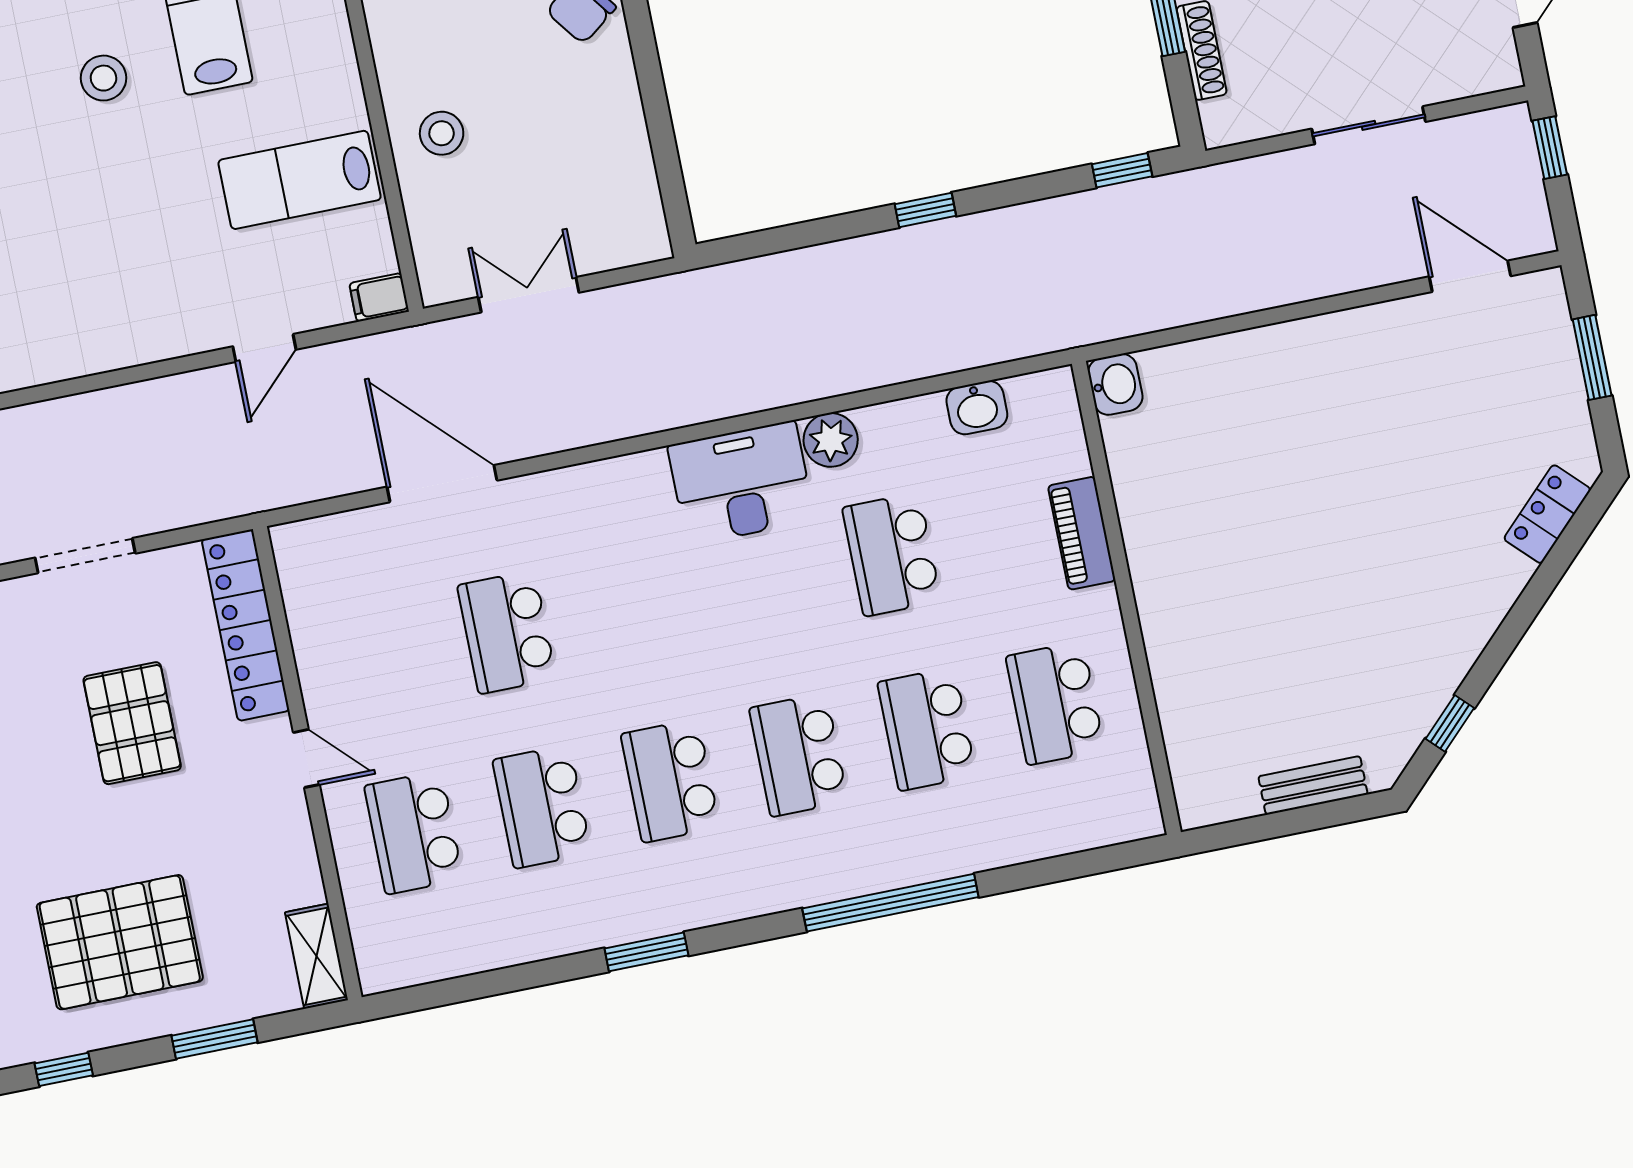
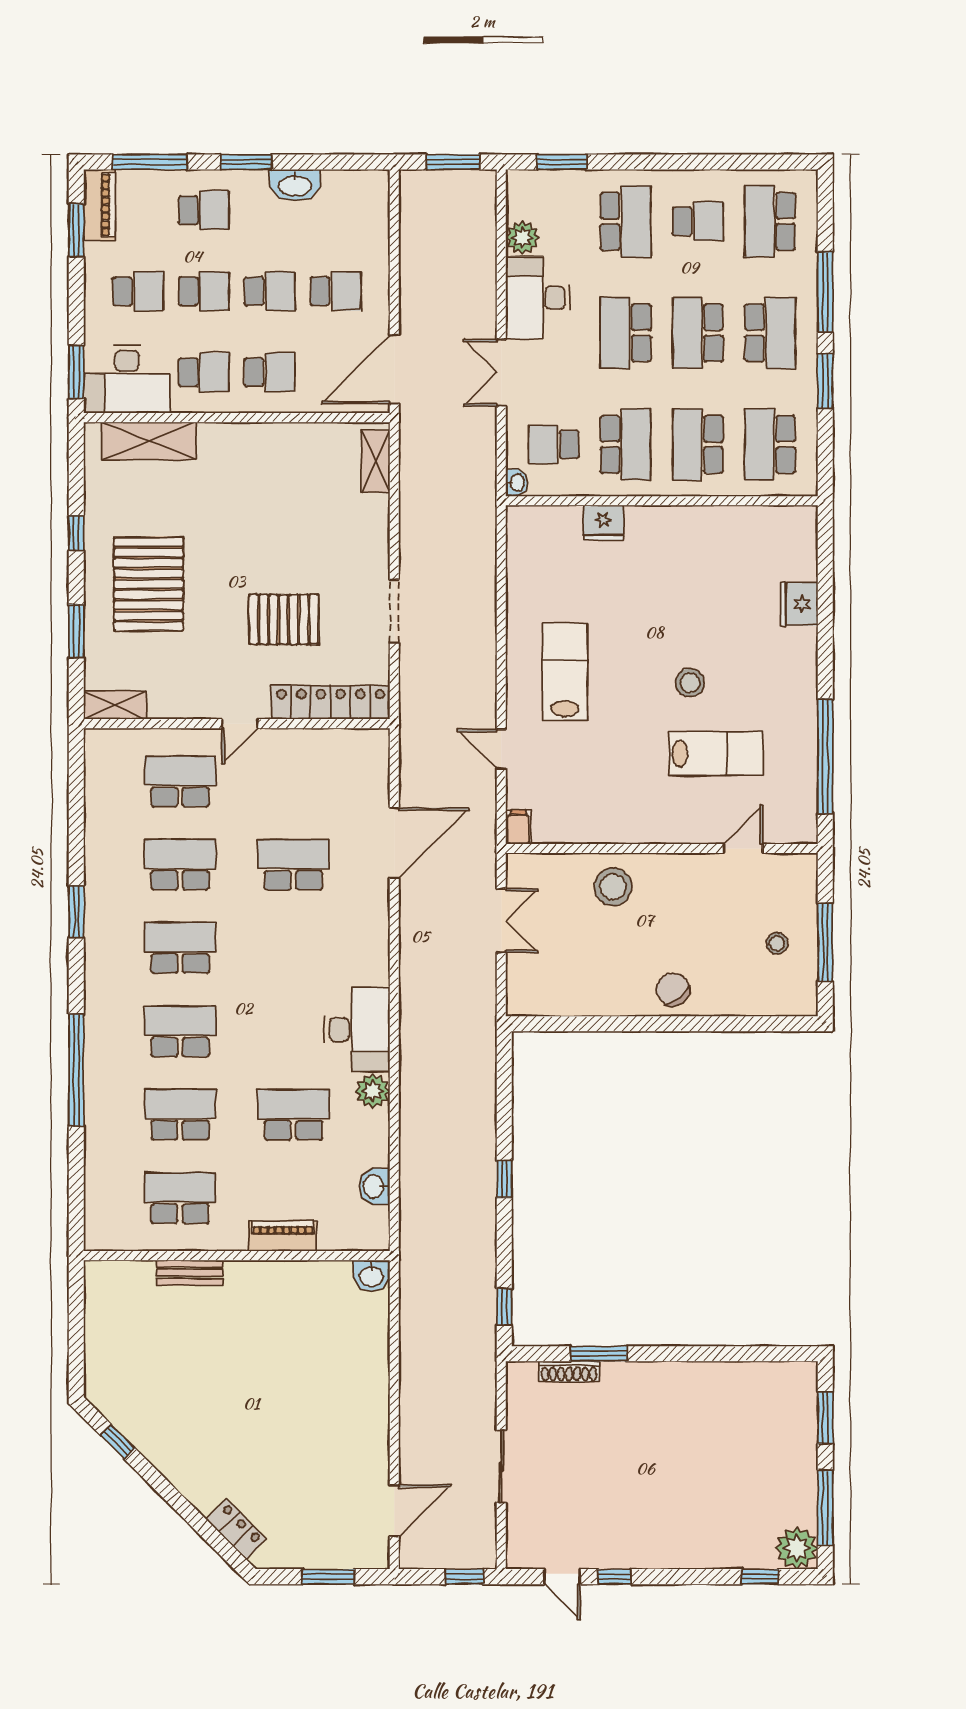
stool: (442, 133) -> (613, 887), width x1.38, depth x1.38
lab bench: (300, 180) -> (565, 672), moved
bench: (1313, 785) -> (190, 1273), moved, turned 90

